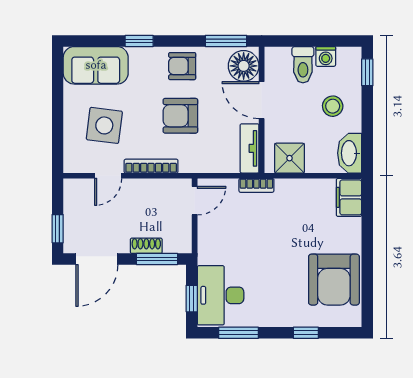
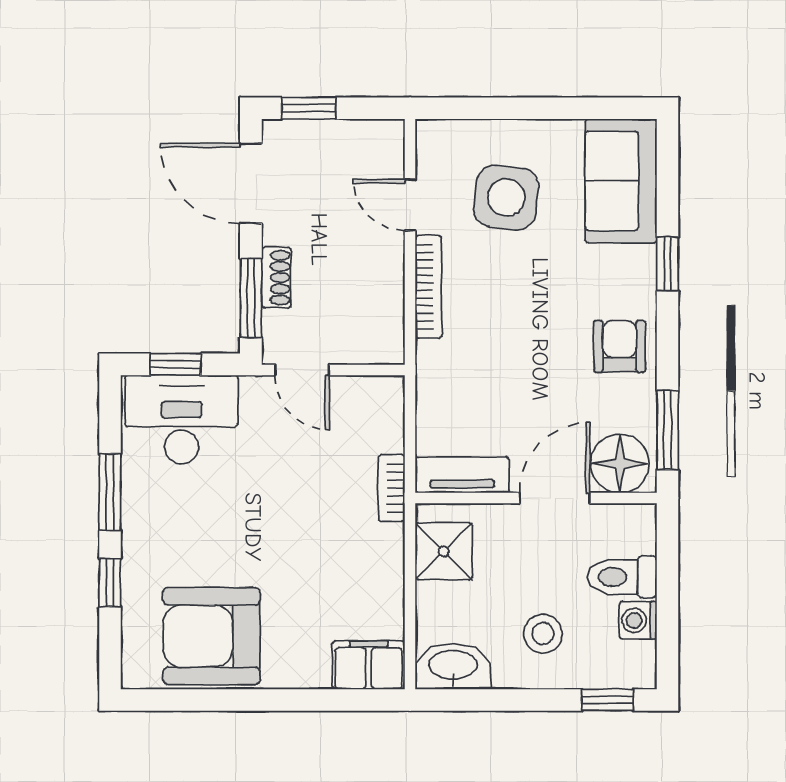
armchair: (180, 116) -> (525, 343), removed
door: (195, 201) -> (302, 370), moved
window: (238, 333) -> (110, 492), moved

